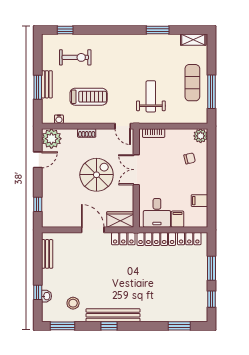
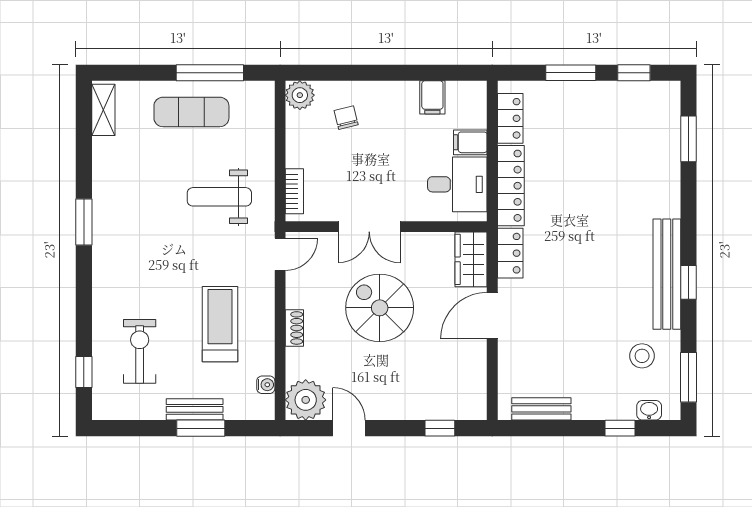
window: (158, 30) -> (84, 222), moved
washbasin: (46, 296) -> (649, 410), moved

